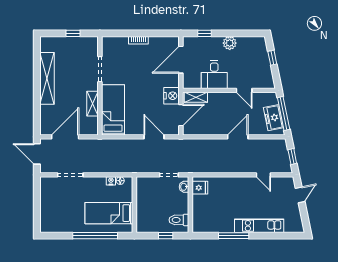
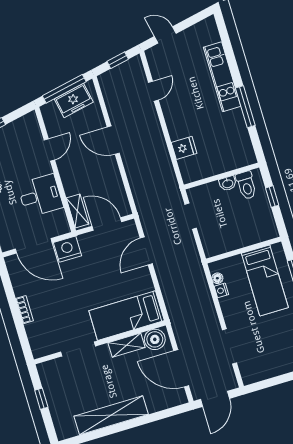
nightstand: (171, 96) -> (67, 249), moved
boiler: (91, 124) -> (155, 339), added
washbasin: (184, 187) -> (228, 183), moved
fridge: (200, 188) -> (184, 148), moved, turned 90

